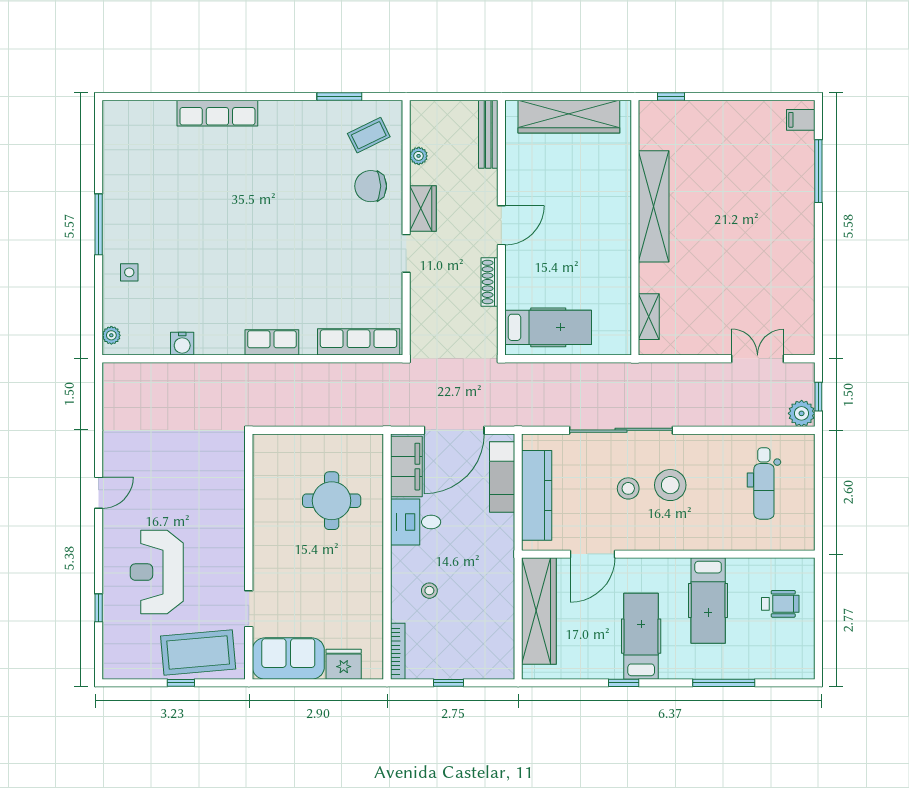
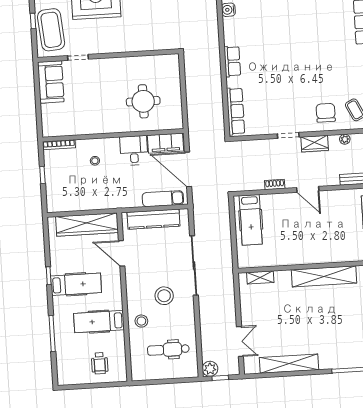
shelving: (801, 276) -> (289, 364), added
shoe rack: (490, 282) -> (275, 185), width x0.70
stool: (628, 488) -> (141, 321), moved
fridge: (344, 664) -> (50, 114), removed

